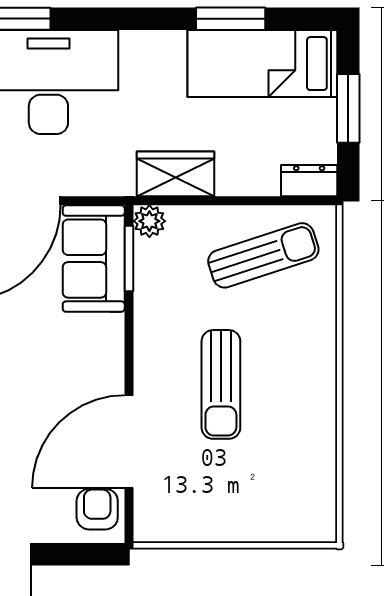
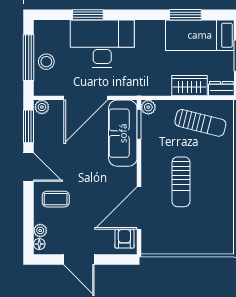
wardrobe: (175, 174) -> (189, 86), moved
sun lounger: (263, 255) -> (200, 123), turned 32
sofa: (94, 259) -> (123, 133), width x1.36

